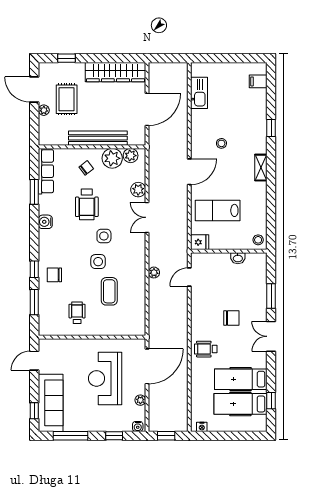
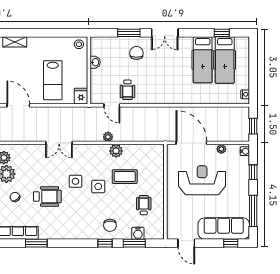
plant: (138, 190) -> (116, 151), moved
water cooler: (45, 222) -> (138, 233), moved
wheelchair: (77, 313) -> (144, 205), turned 90
chair: (231, 318) -> (136, 53), moved
wheelchair: (206, 349) -> (127, 90), moved
reception desk: (105, 378) -> (202, 180), turned 180

